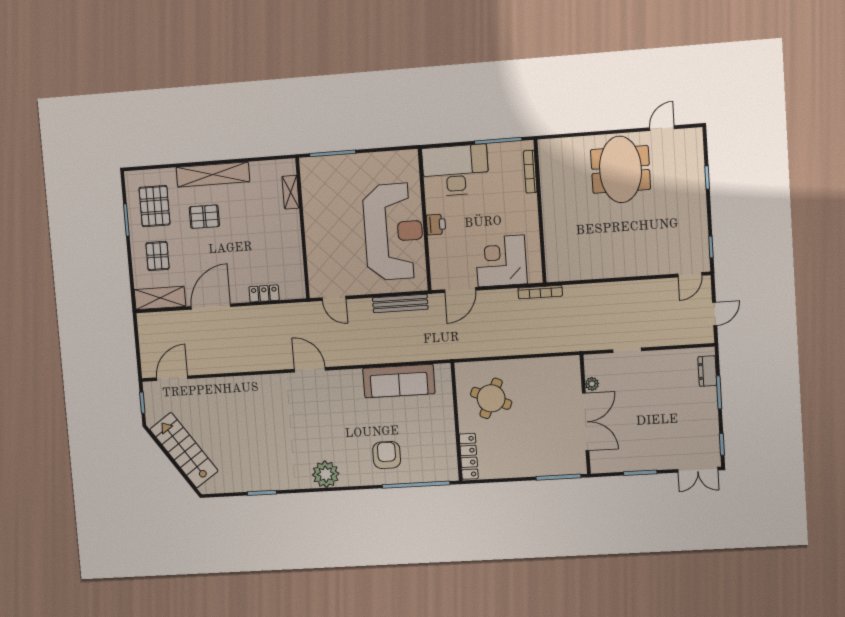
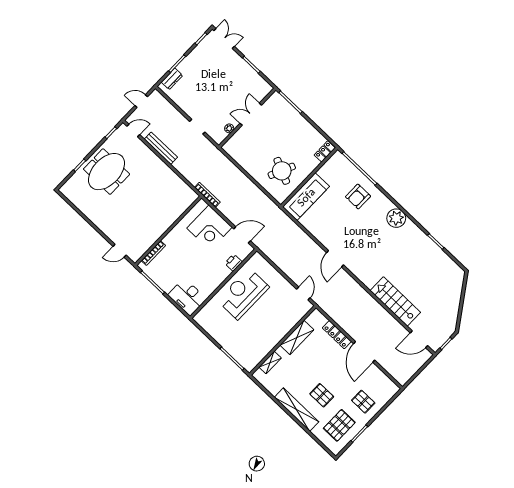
door: (662, 128) -> (120, 251), moved
meeting table: (620, 169) -> (107, 172), moved
desk: (455, 170) -> (187, 297), width x0.73, depth x0.77
printer: (436, 225) -> (233, 263), moved
reception desk: (394, 232) -> (243, 294), width x0.74, depth x0.77
pallet: (158, 256) -> (363, 402), turned 90
locker: (264, 293) -> (337, 335), width x1.53
shelving: (160, 298) -> (297, 337), moved, turned 90
bench: (400, 303) -> (161, 148), moved
door: (211, 307) -> (364, 352), hinge flipped
door: (310, 370) -> (335, 259), moved
sofa: (399, 381) -> (306, 197), moved, turned 90
double door: (586, 422) -> (251, 114), width x0.73
stairs: (184, 450) -> (395, 301), moved, turned 125
locker: (469, 456) -> (325, 151), width x0.66

